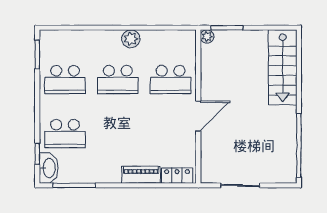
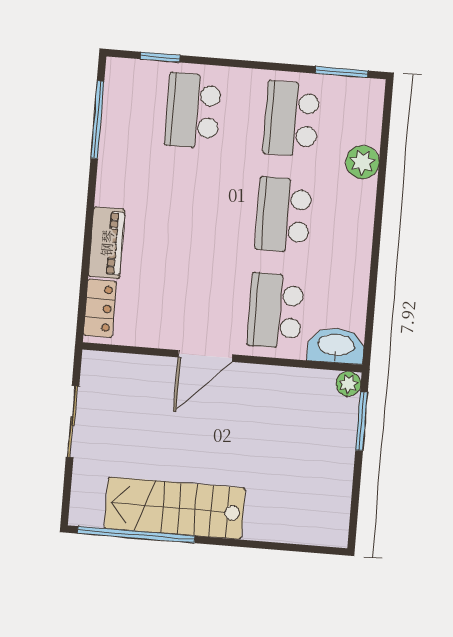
plant: (131, 39) -> (363, 162), moved
stairs: (283, 67) -> (175, 508), moved
door: (198, 116) -> (205, 356), hinge flipped
washbasin: (49, 168) -> (336, 346), moved, turned 180

